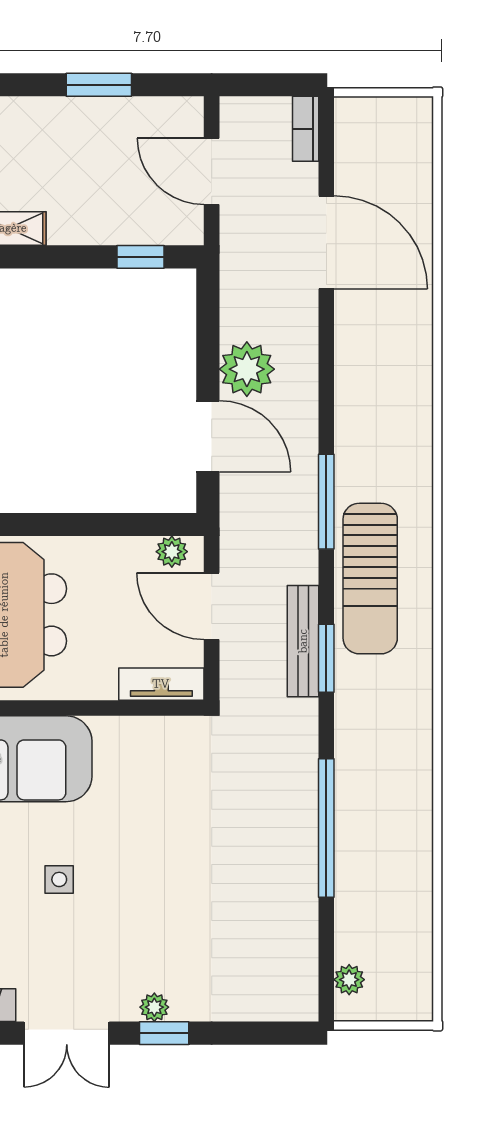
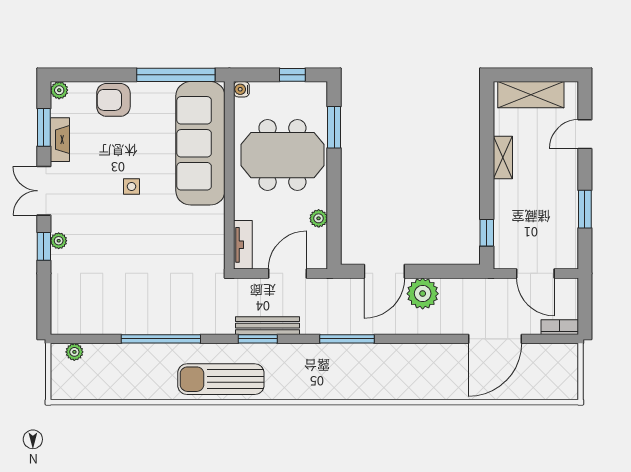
door: (212, 171) -> (535, 273), swing flipped
plant: (172, 552) -> (319, 218), moved
sun lounger: (370, 579) -> (221, 379), moved

